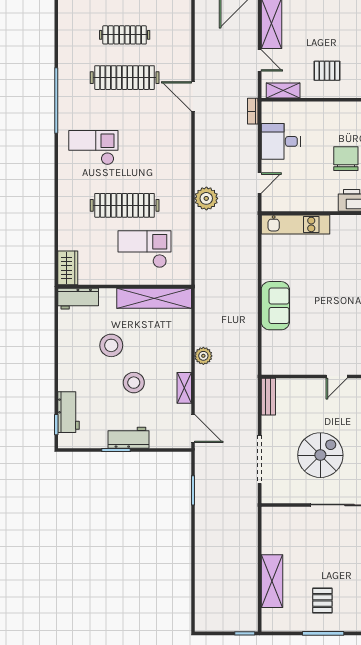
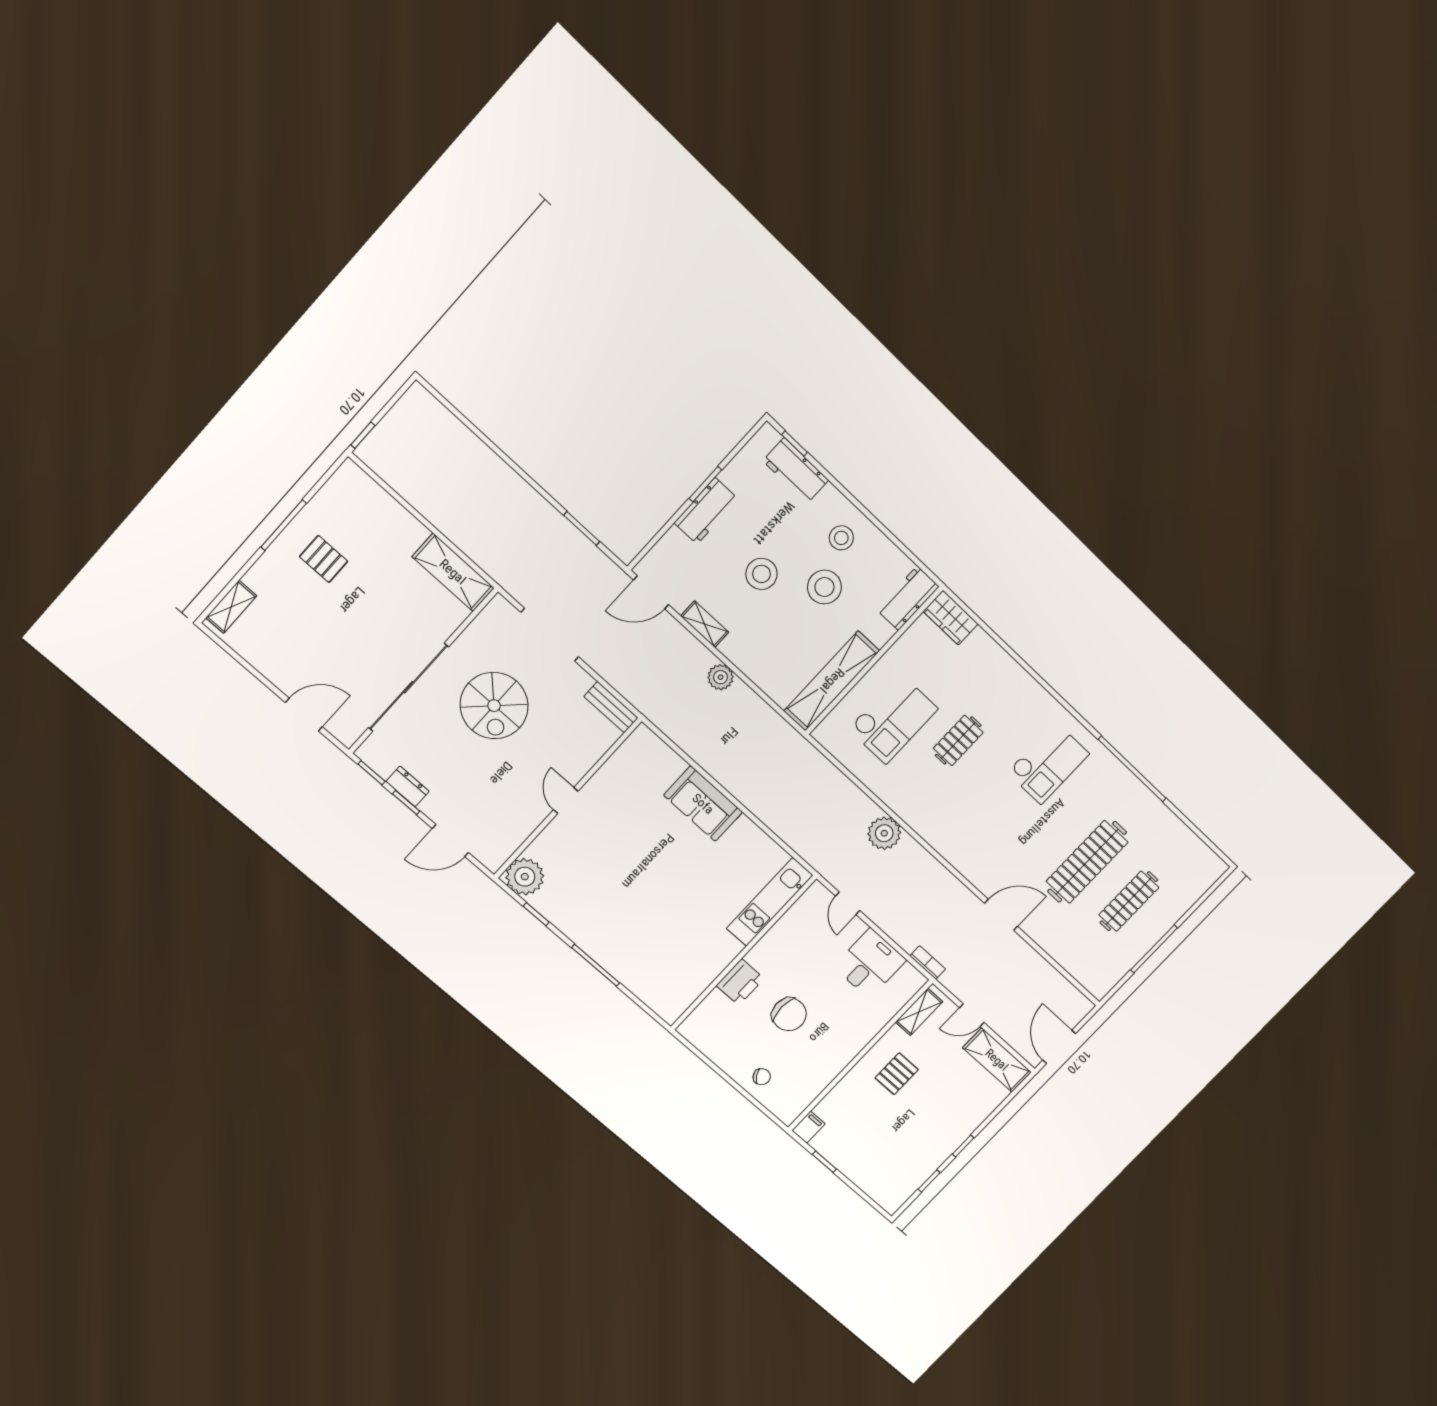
clothes rail: (125, 205) -> (958, 740), width x0.54, depth x0.76
stool: (80, 359) -> (841, 538), added
shelving: (272, 581) -> (453, 572), moved

